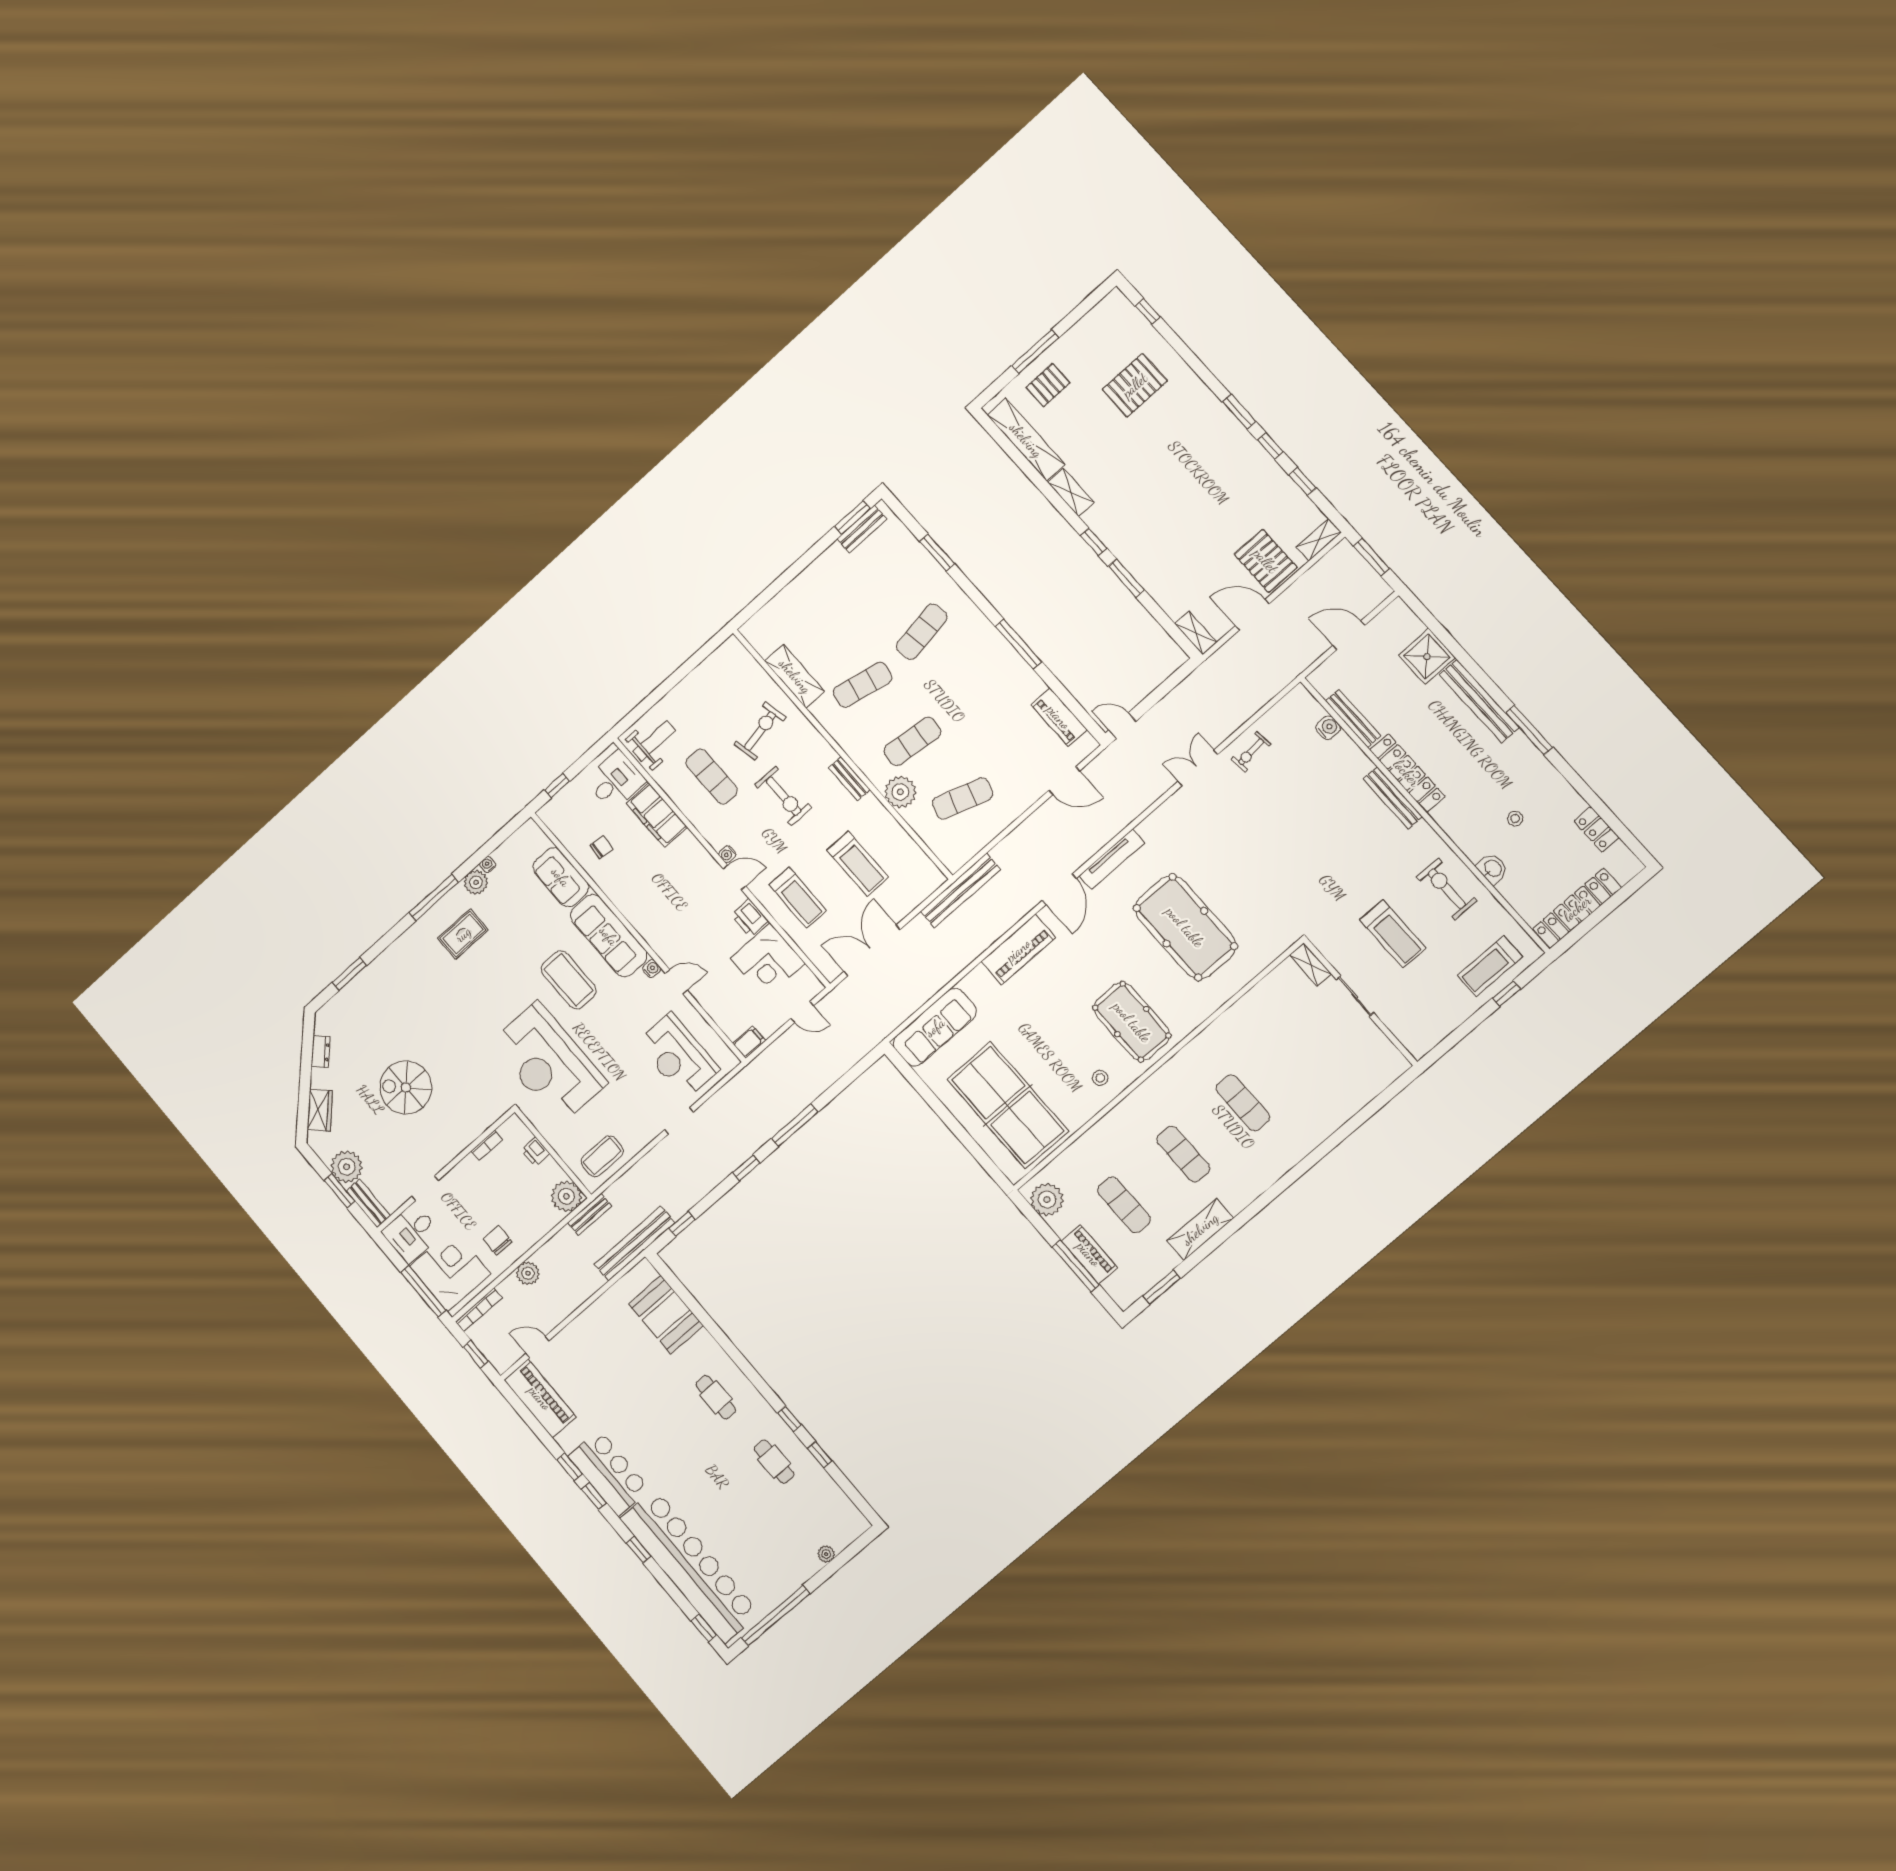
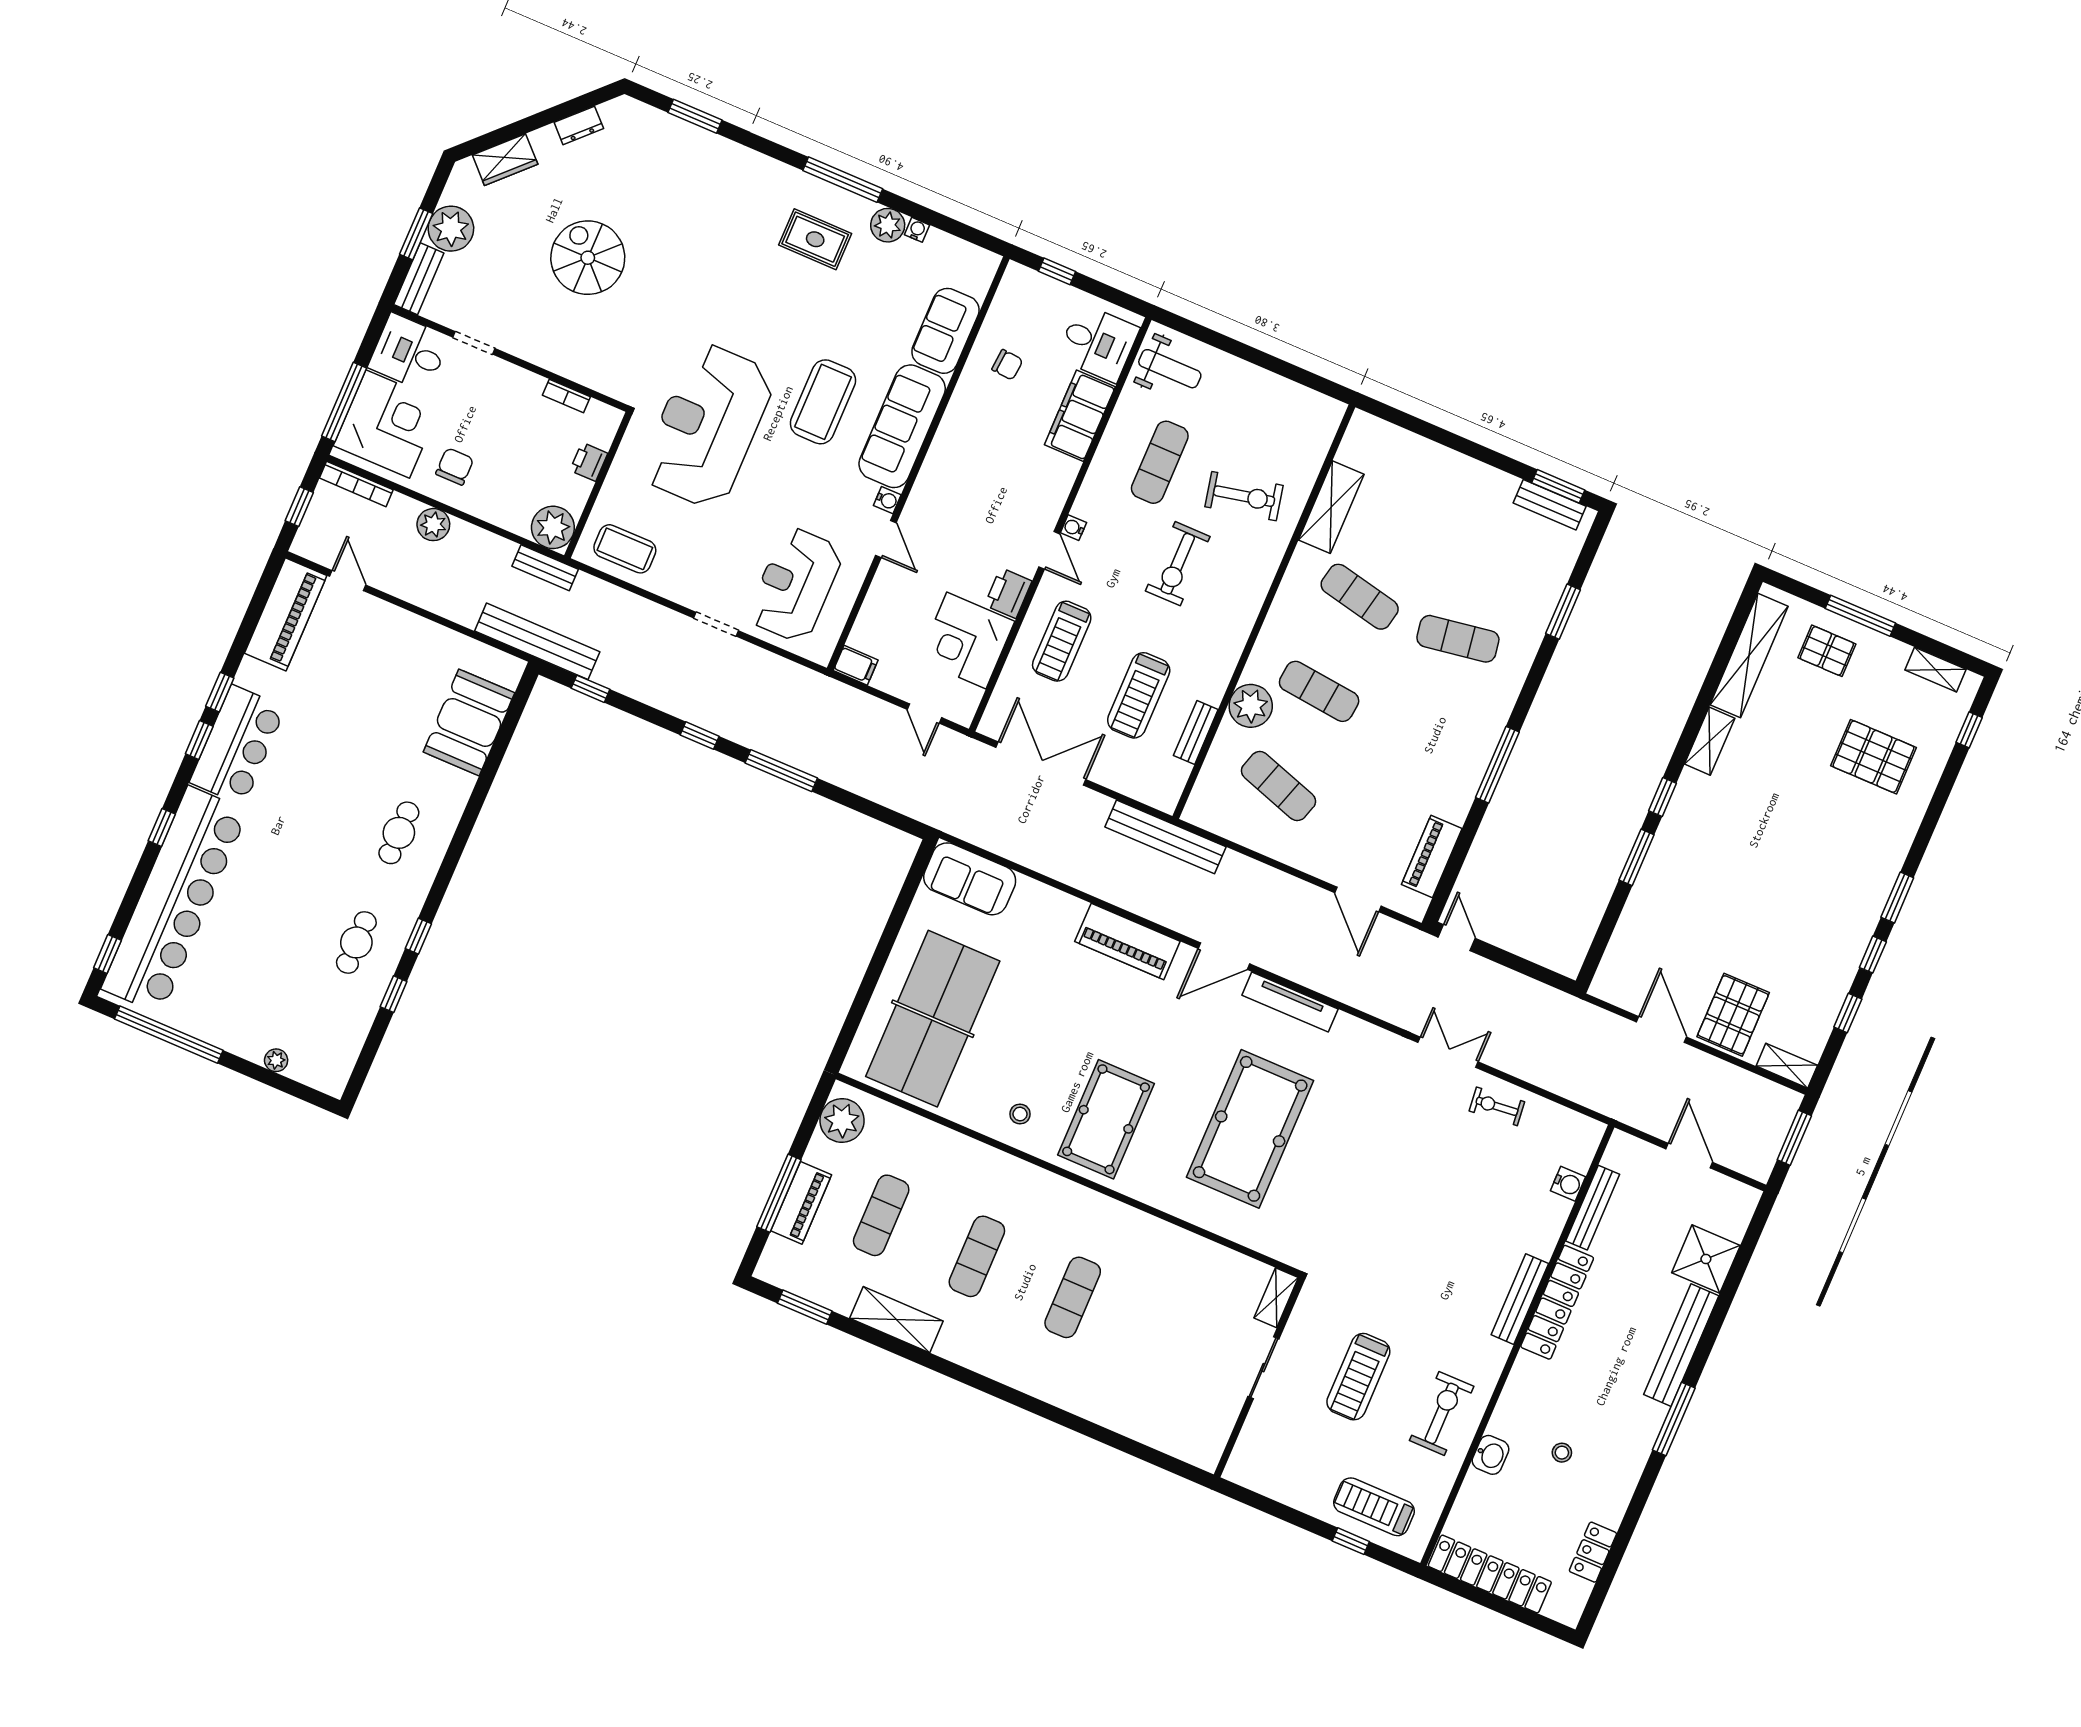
shelving: (1196, 633) -> (1935, 670), moved, turned 90
bench: (849, 779) -> (1196, 732), moved
sofa: (935, 1027) -> (970, 879), width x0.73

